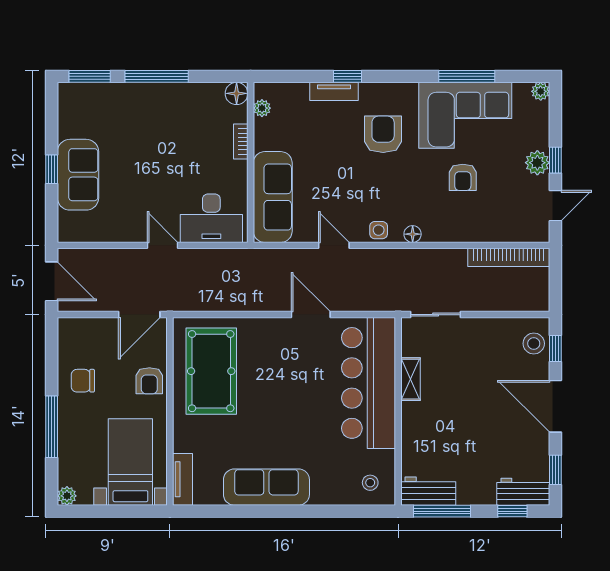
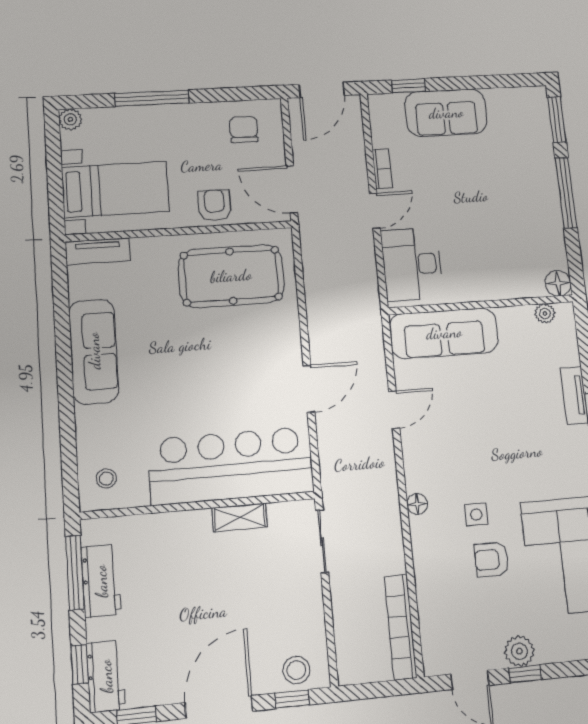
armchair: (383, 134) -> (532, 458), removed
bookcase: (241, 142) -> (382, 169), moved, turned 90
window: (52, 169) -> (408, 86), moved
side table: (379, 230) -> (476, 514), moved
chair: (83, 381) -> (244, 129), moved
armchair: (149, 381) -> (214, 205), turned 90
workbench: (428, 491) -> (101, 581), moved

